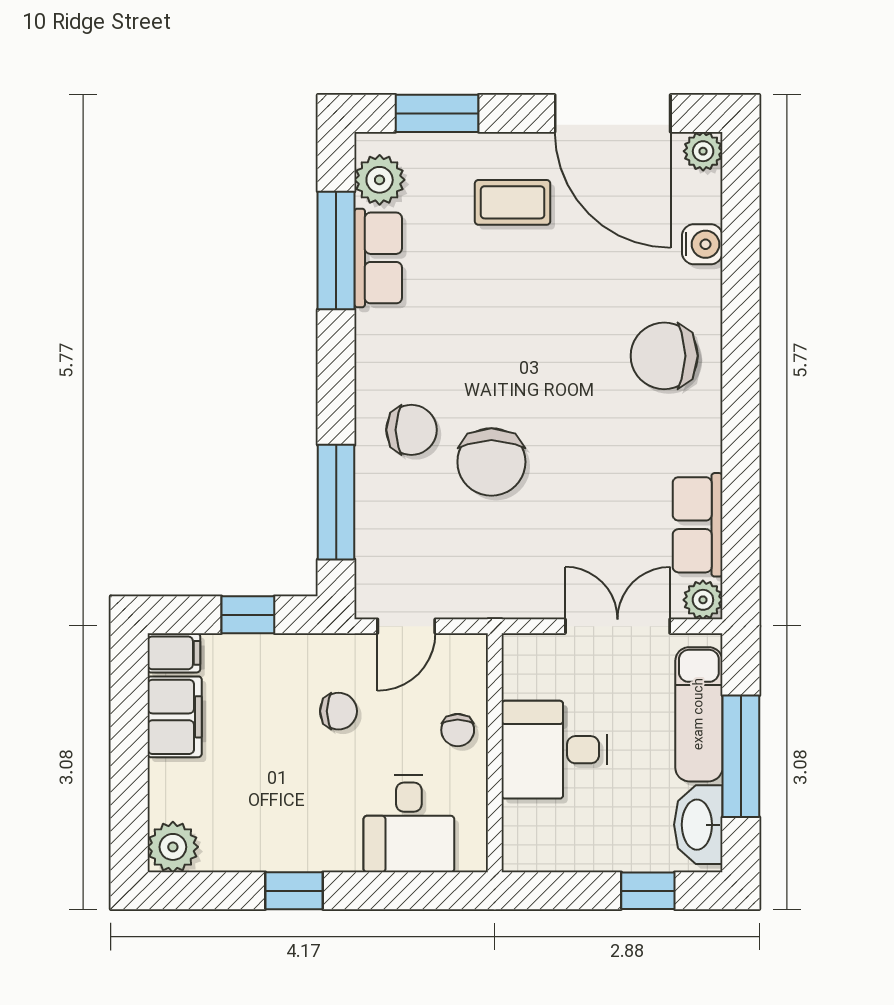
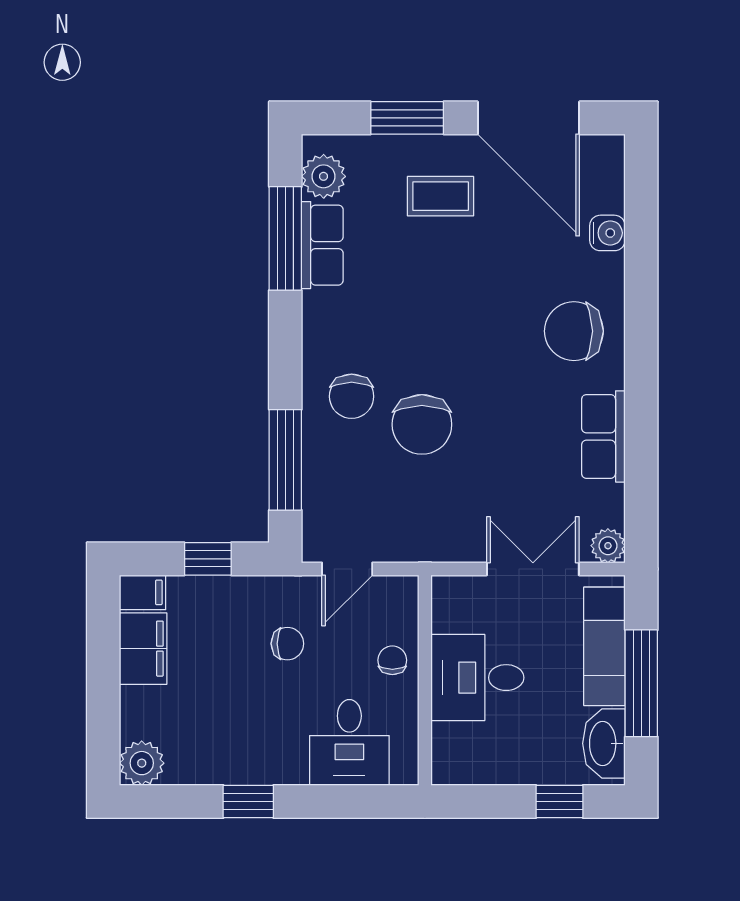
window: (437, 113) -> (407, 118), moved
plant: (703, 151) -> (608, 151), removed
chair: (411, 430) -> (352, 396), turned 90
row of seats: (698, 525) -> (603, 436), moved
chair: (458, 730) -> (392, 660), turned 180

